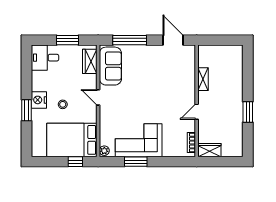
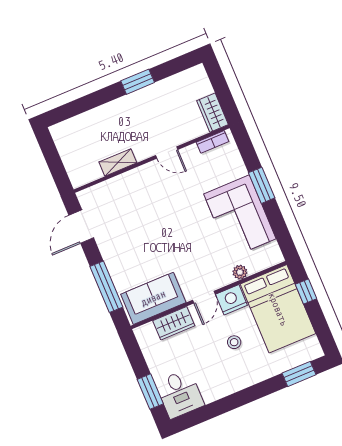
window: (67, 40) -> (150, 392), moved
wardrobe: (90, 61) -> (174, 323), moved
nightstand: (39, 100) -> (231, 300), moved, turned 180
window: (26, 110) -> (299, 374), moved
plant: (104, 151) -> (240, 272), moved
window: (136, 162) -> (262, 185), moved

